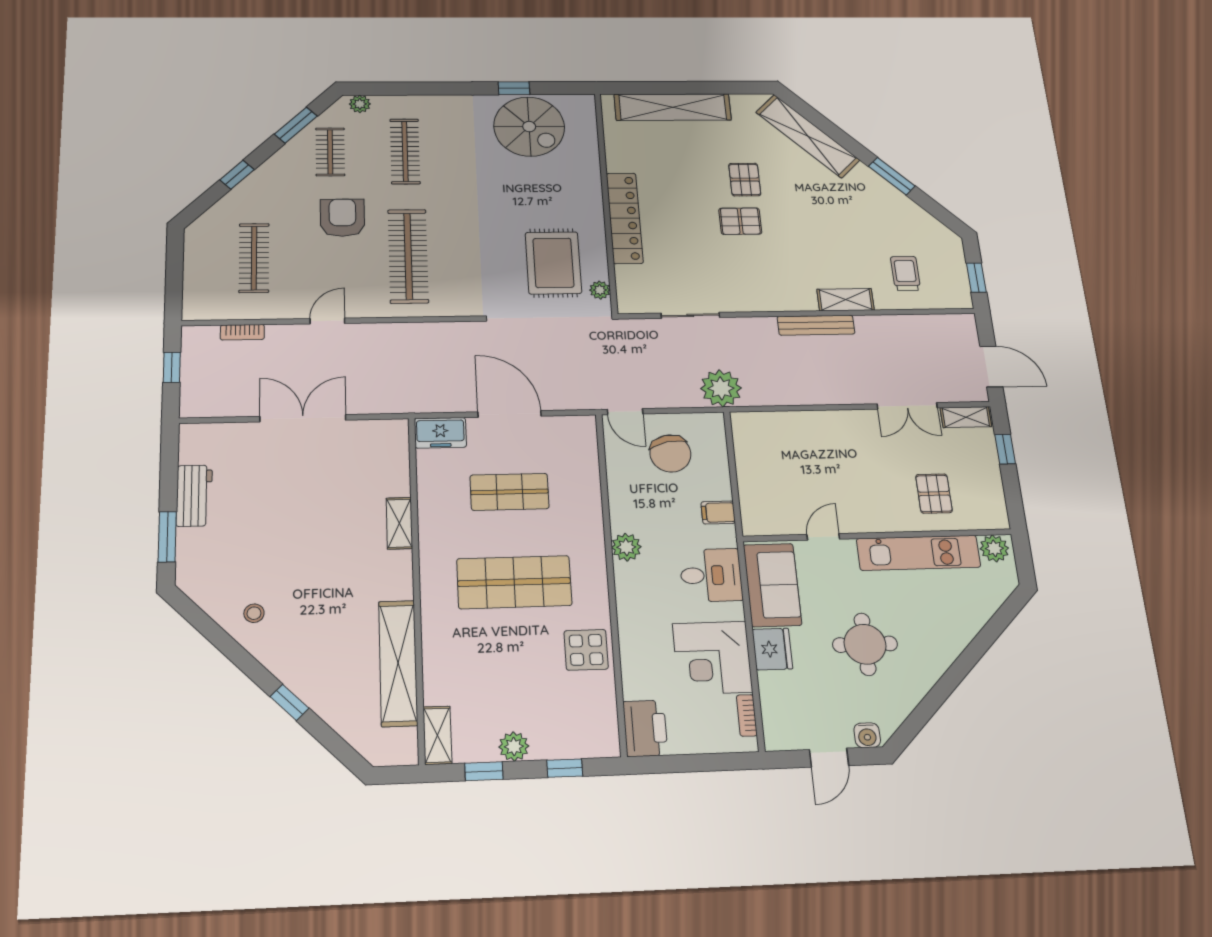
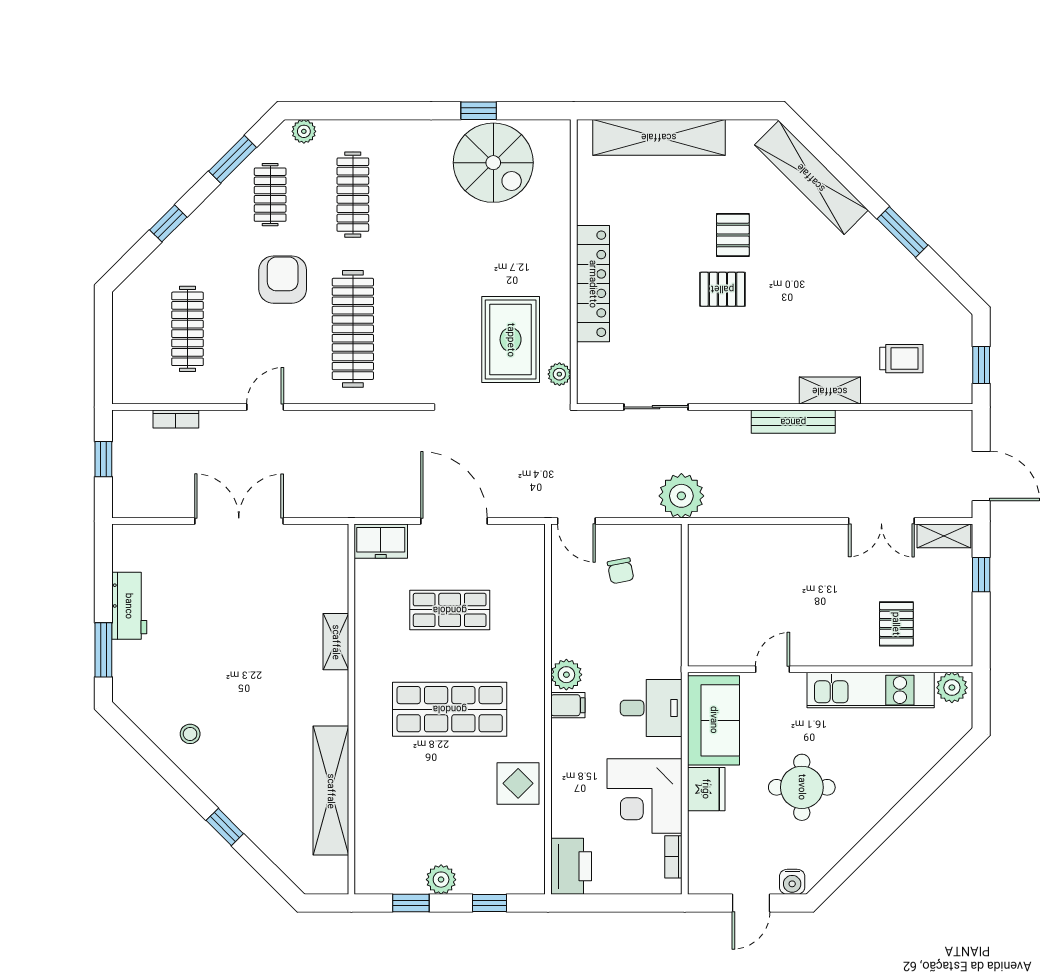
trolley: (905, 273) -> (901, 359), turned 90
chair: (670, 453) -> (621, 571), width x0.54, depth x0.54
filing cabinet: (718, 513) -> (568, 705), moved, turned 180
shelving: (437, 735) -> (367, 865), removed

